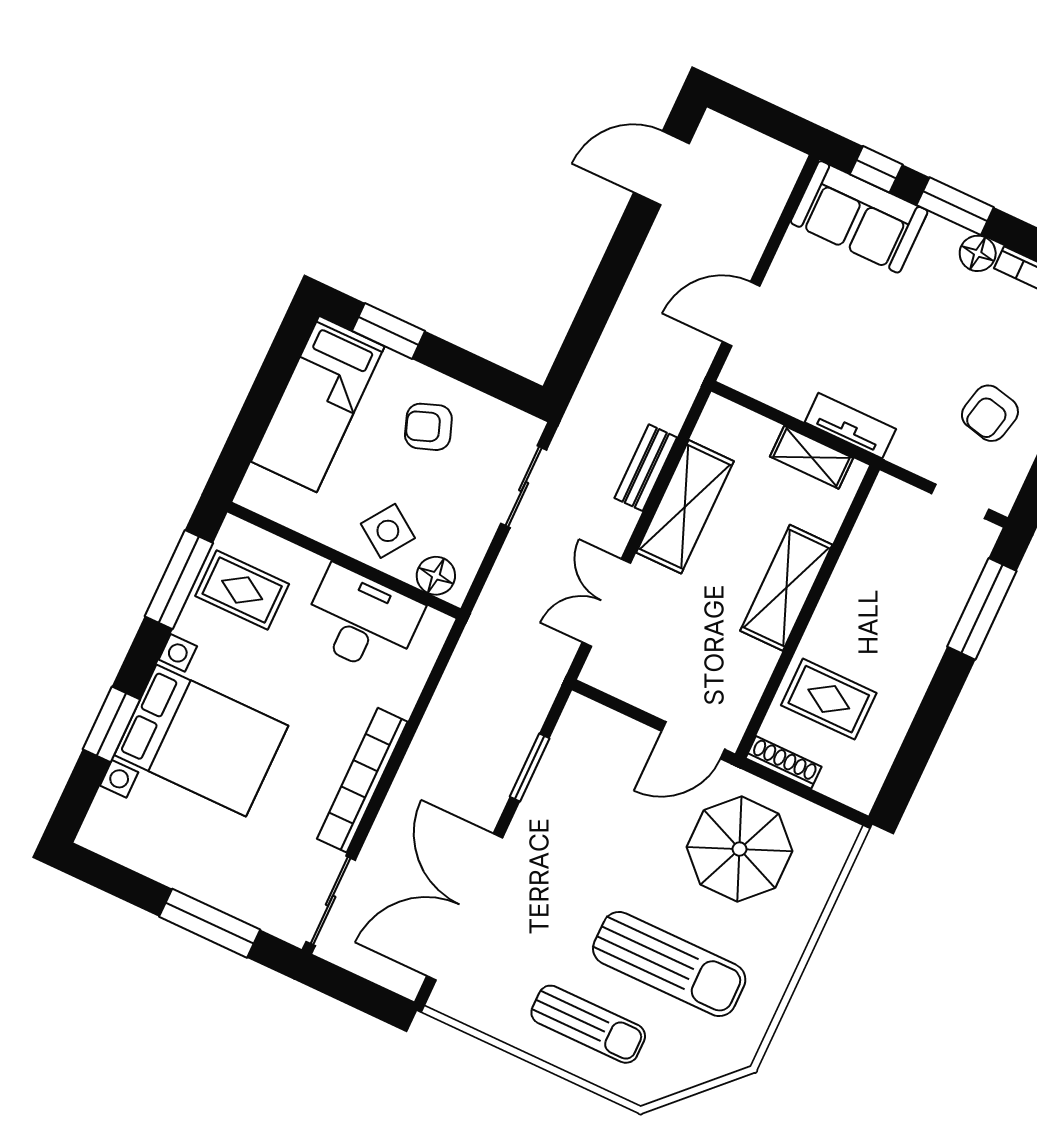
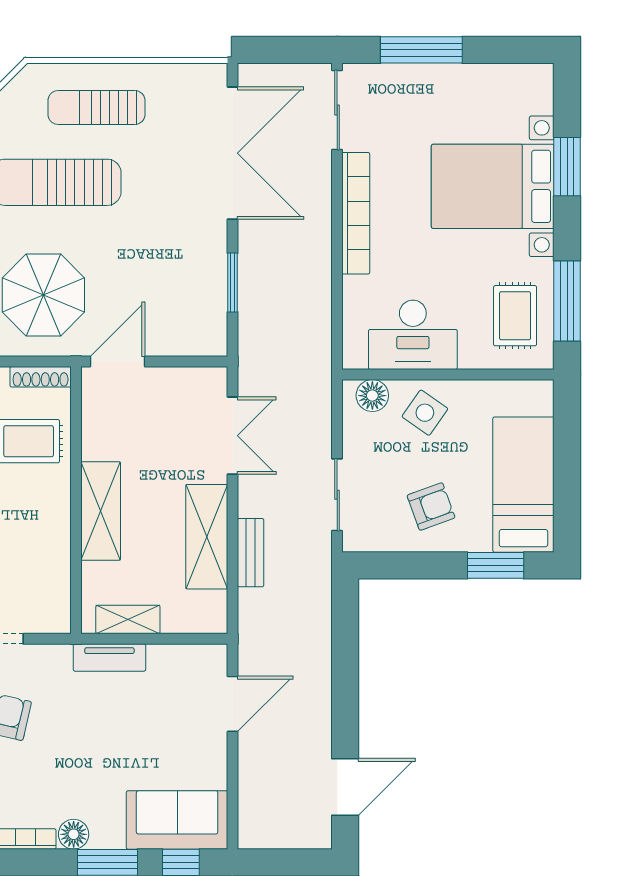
rug: (242, 590) -> (515, 316), turned 90

